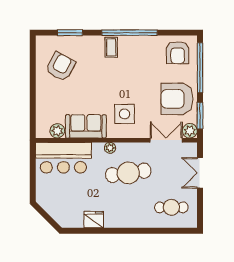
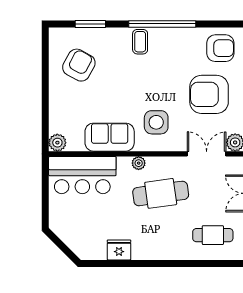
armchair: (178, 53) -> (220, 48), turned -90
armchair: (177, 99) -> (209, 94), moved
plant: (57, 131) -> (57, 143), moved

